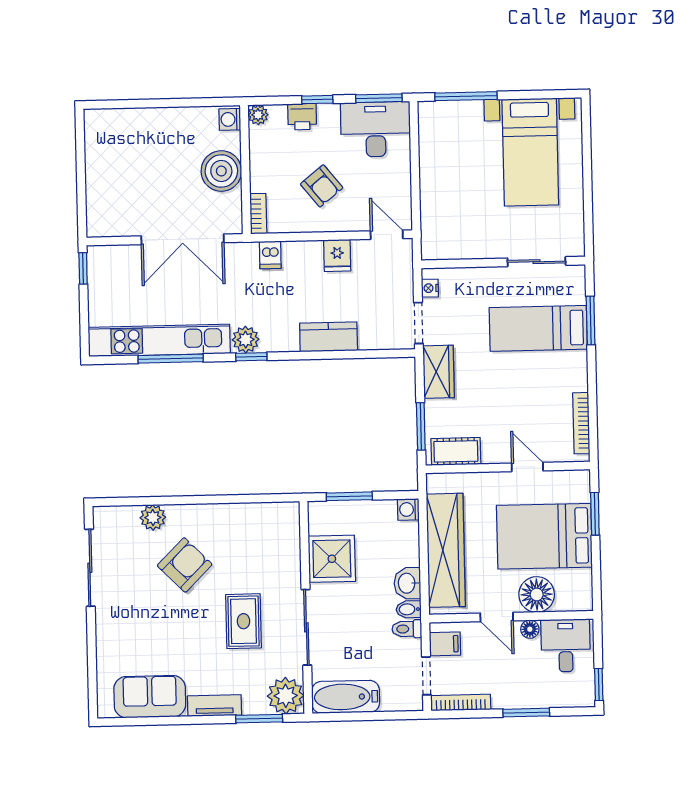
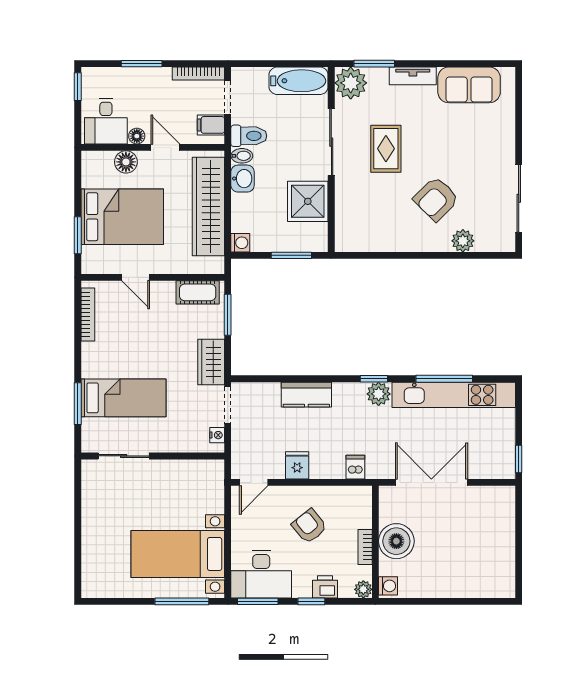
bed with nightstands: (530, 152) -> (178, 554), moved, turned -90
bookcase: (258, 214) -> (365, 547), moved
door: (387, 235) -> (254, 482), hinge flipped
floor lamp: (537, 594) -> (126, 162), width x0.73, depth x0.73
toilet: (407, 629) -> (249, 136), width x1.37, depth x1.39

